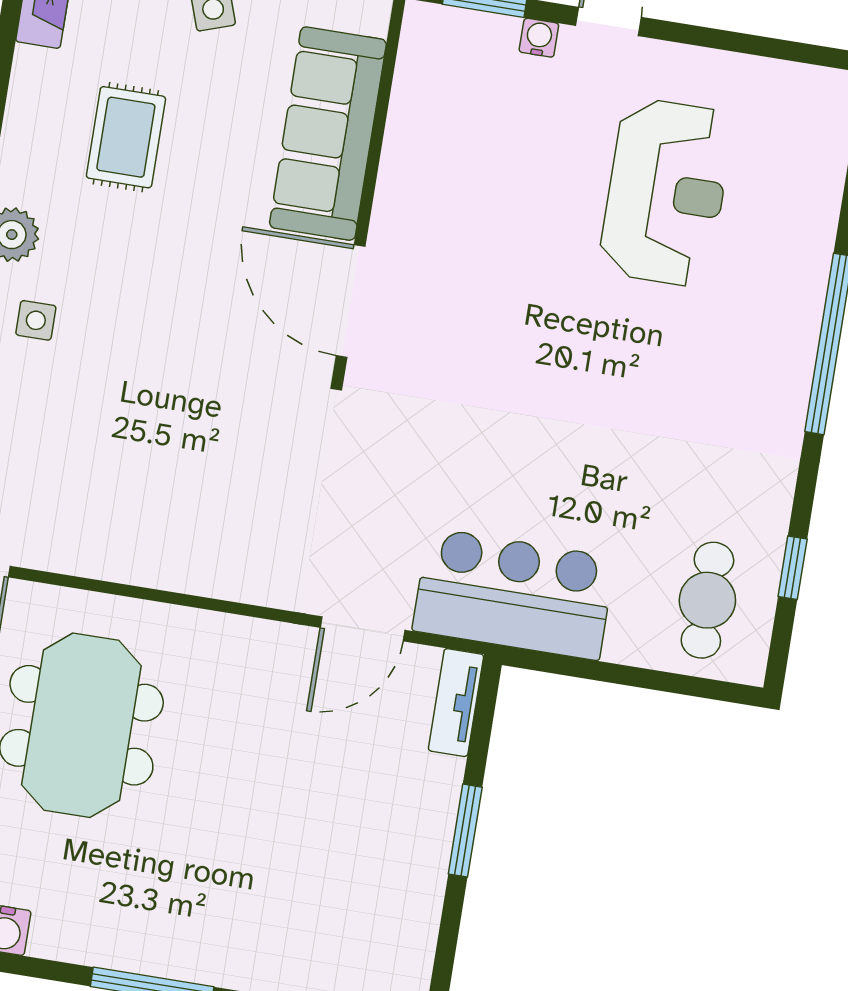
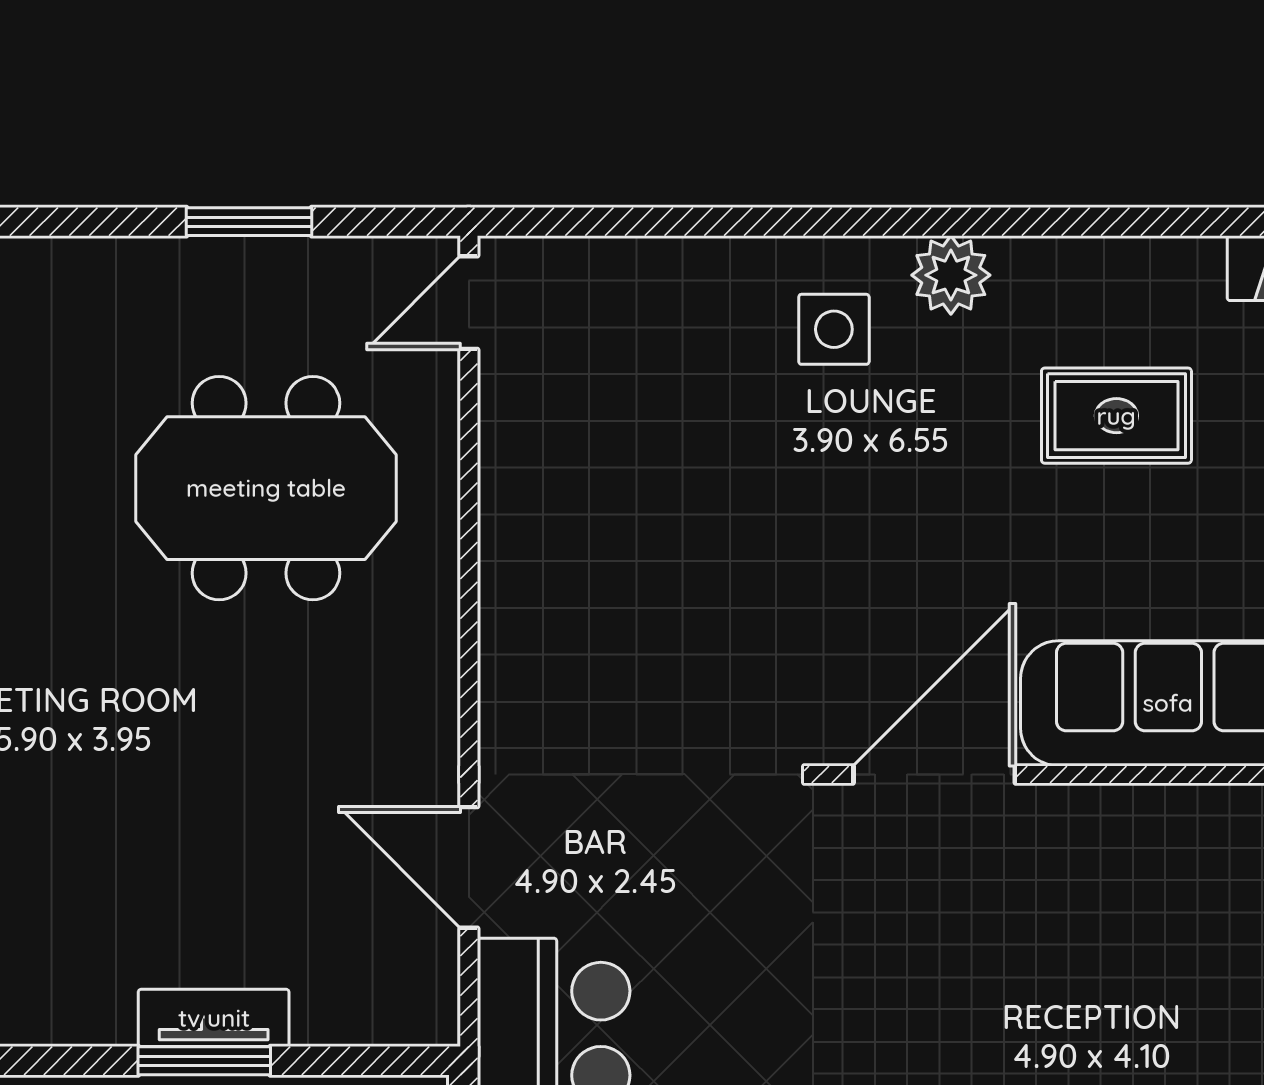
side table: (36, 320) -> (834, 329), width x1.37, depth x1.37
tv unit: (456, 703) -> (214, 1018), moved

